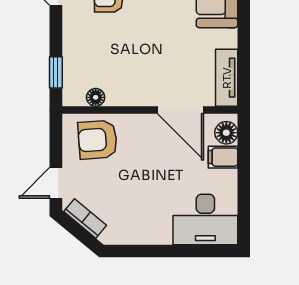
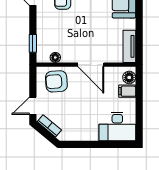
door: (180, 110) -> (91, 65), moved

